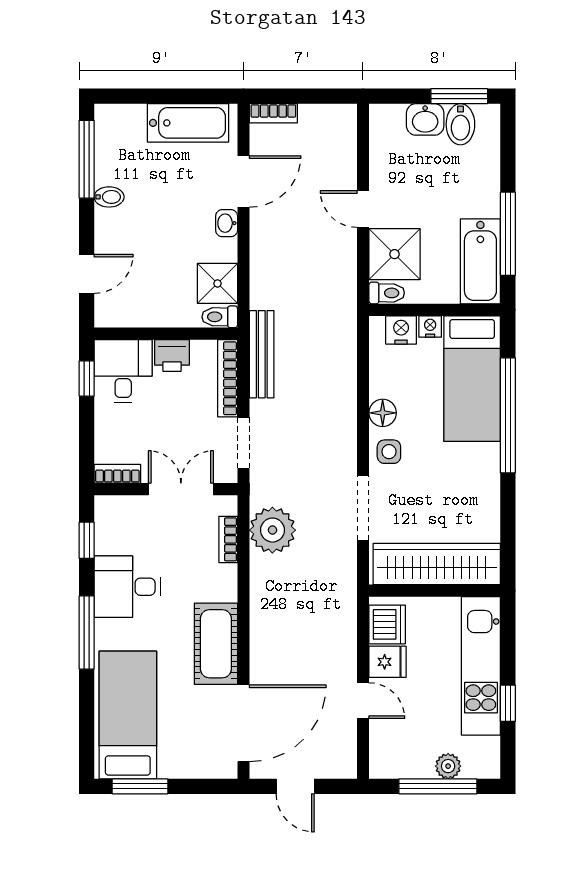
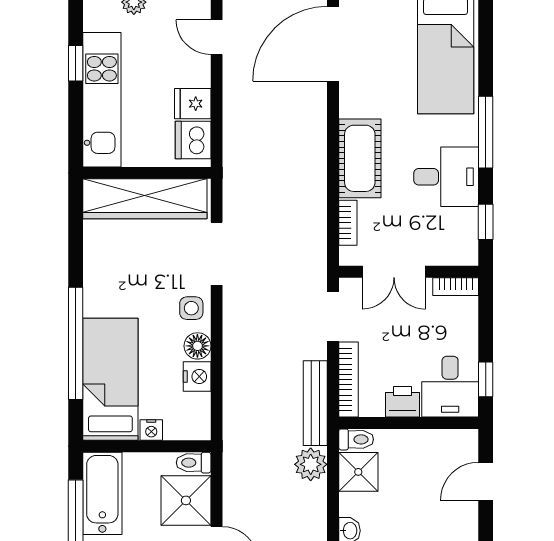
nightstand: (401, 330) -> (197, 377), moved, turned -90
plant: (272, 530) -> (311, 464), moved, width x0.73, depth x0.73
cot: (216, 644) -> (360, 158), moved
door: (363, 701) -> (217, 37), moved

